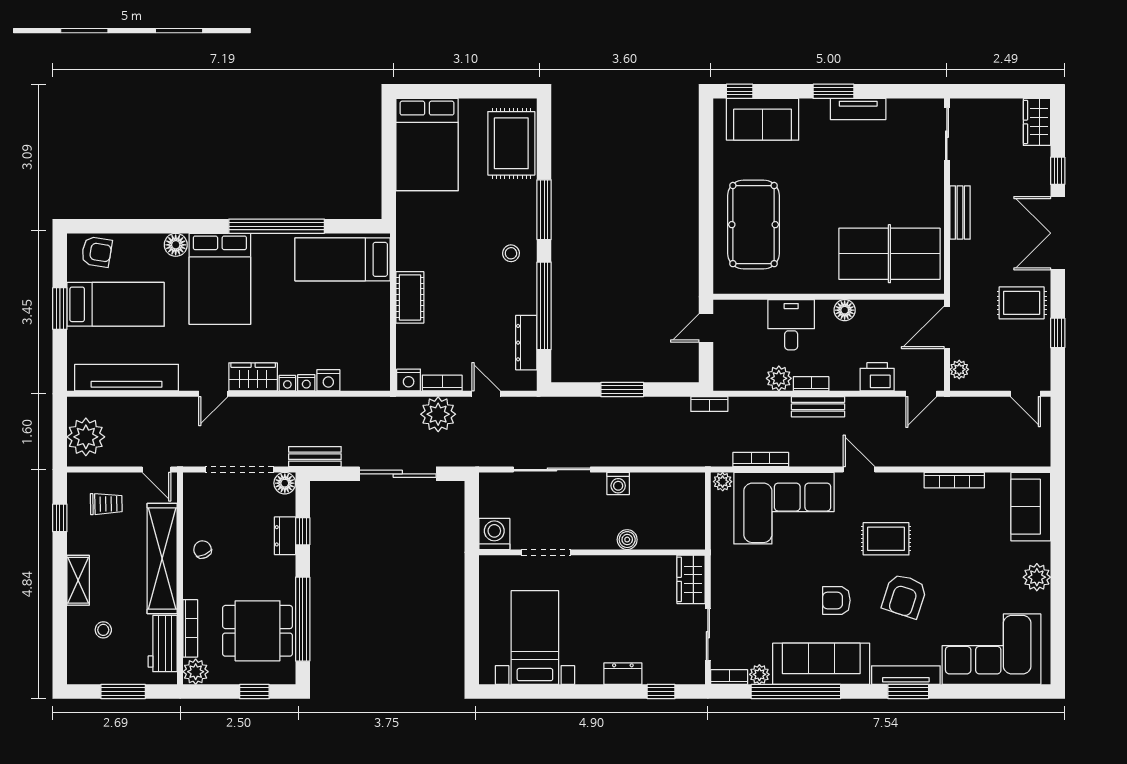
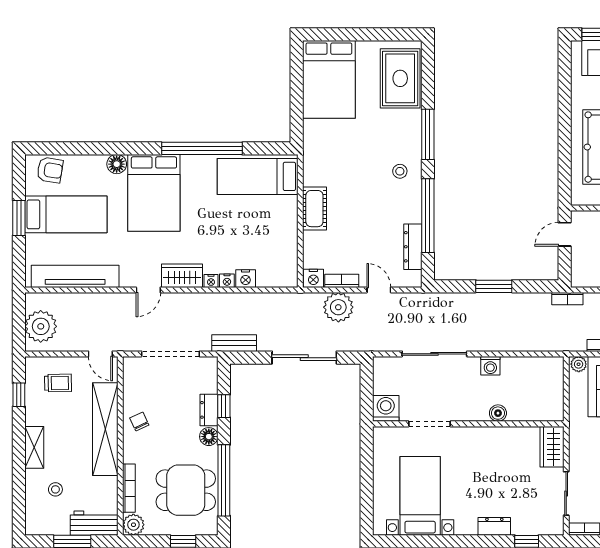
floor lamp: (285, 483) -> (209, 437), moved
workbench: (163, 644) -> (94, 523), moved, turned 90

